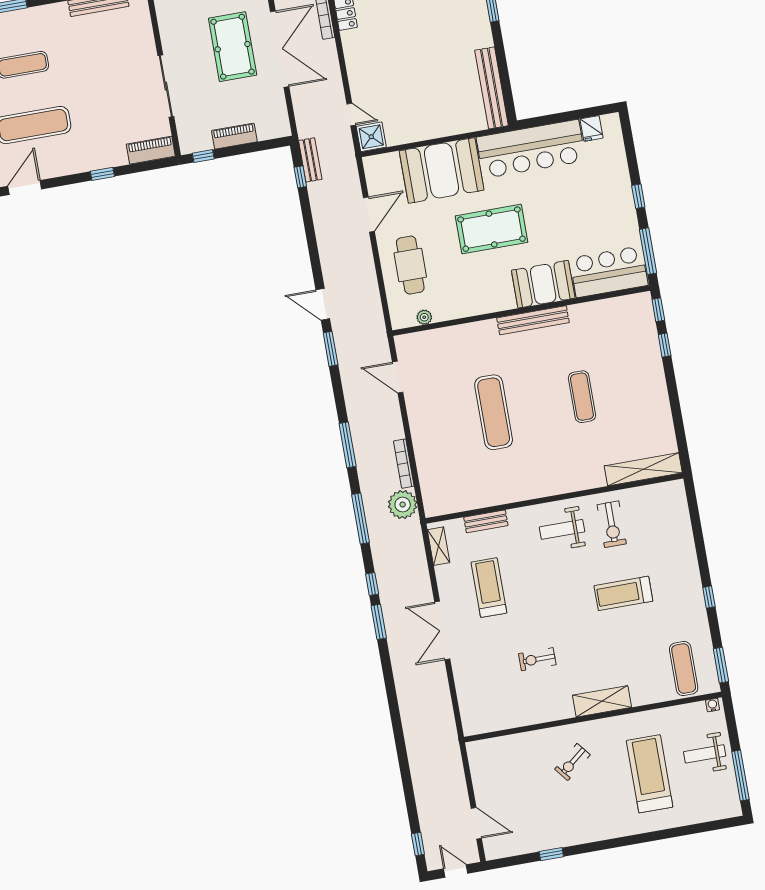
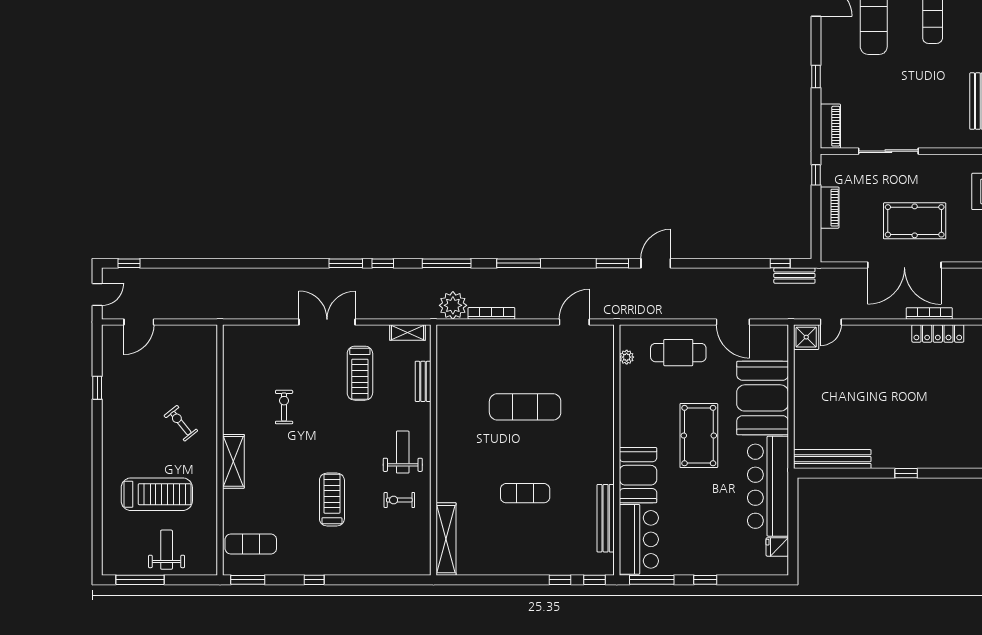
bench: (533, 320) -> (606, 518), moved
exercise bike: (612, 524) -> (399, 500), width x0.73, depth x0.72
treadmill: (489, 588) -> (360, 373), turned 90
water cooler: (713, 705) -> (211, 565), removed

